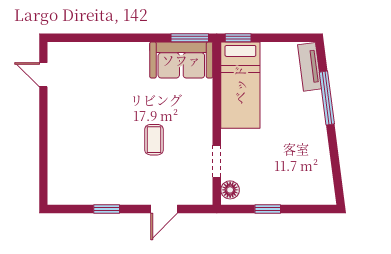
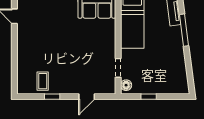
coffee table: (154, 140) -> (43, 81), moved

